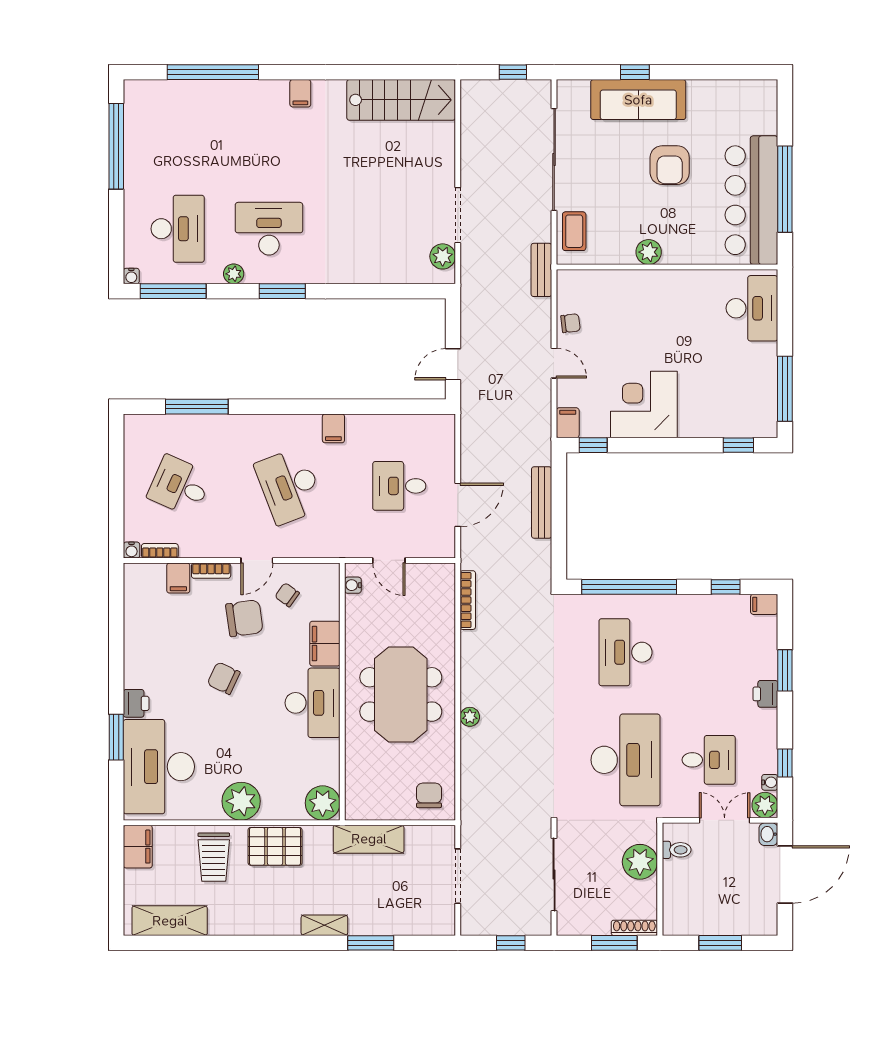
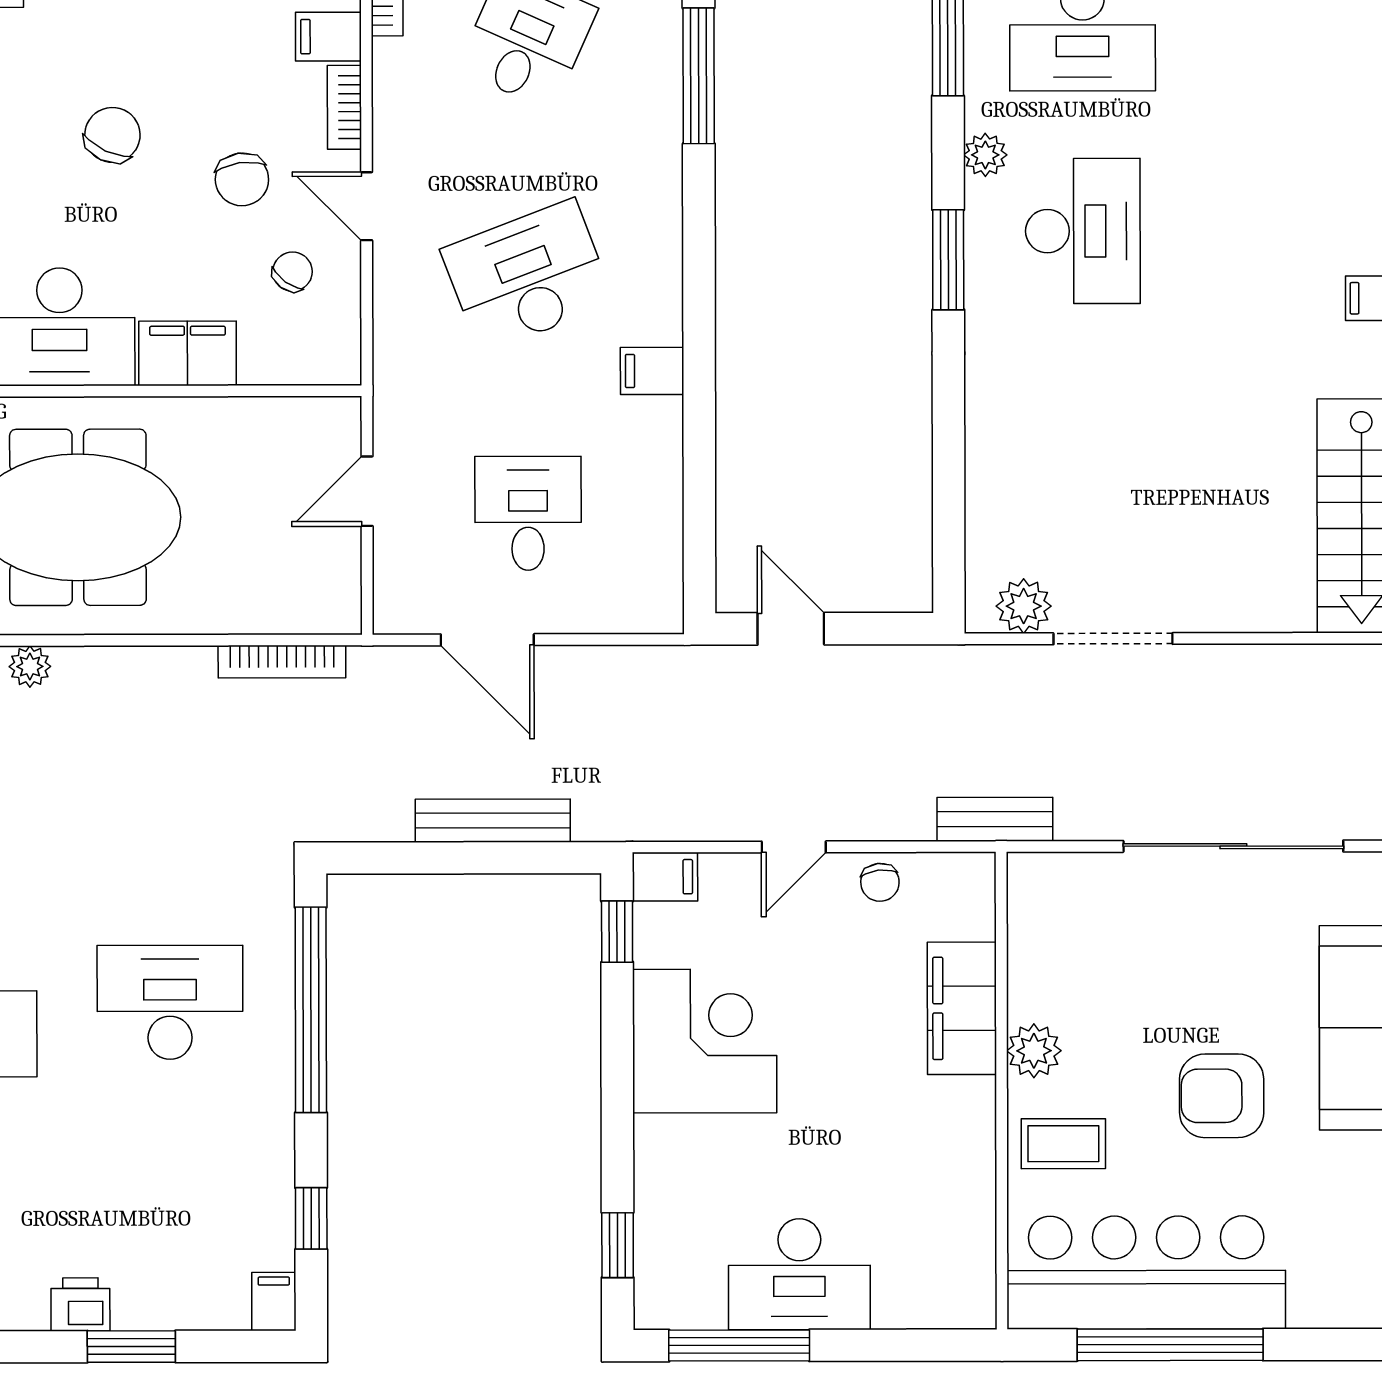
coffee table: (574, 231) -> (1063, 1144), moved
filing cabinet: (629, 285) -> (962, 1008), added
desk: (752, 308) -> (799, 1274), moved
water cooler: (353, 585) -> (314, 414), removed
chair: (244, 618) -> (242, 179), width x0.73, depth x0.73

